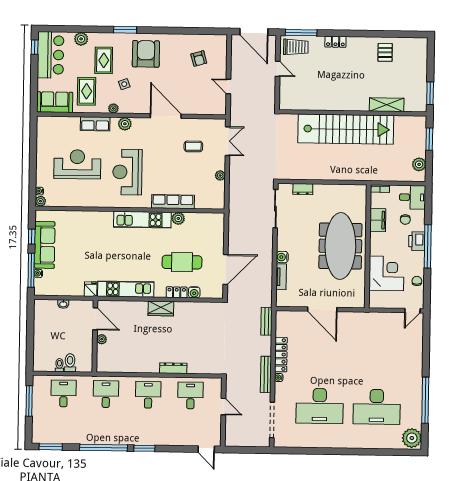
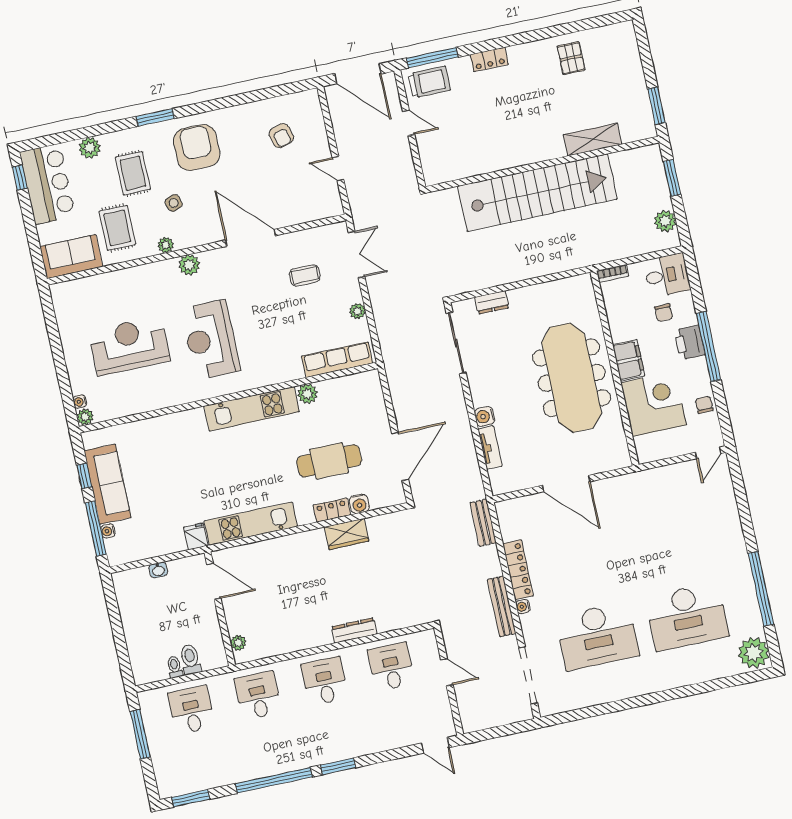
row of seats: (95, 124) -> (143, 276), removed
row of seats: (173, 202) -> (337, 360), moved
filing cabinet: (378, 220) -> (629, 360), moved
wardrobe: (161, 309) -> (347, 534), moved
plant: (102, 339) -> (238, 643), moved

